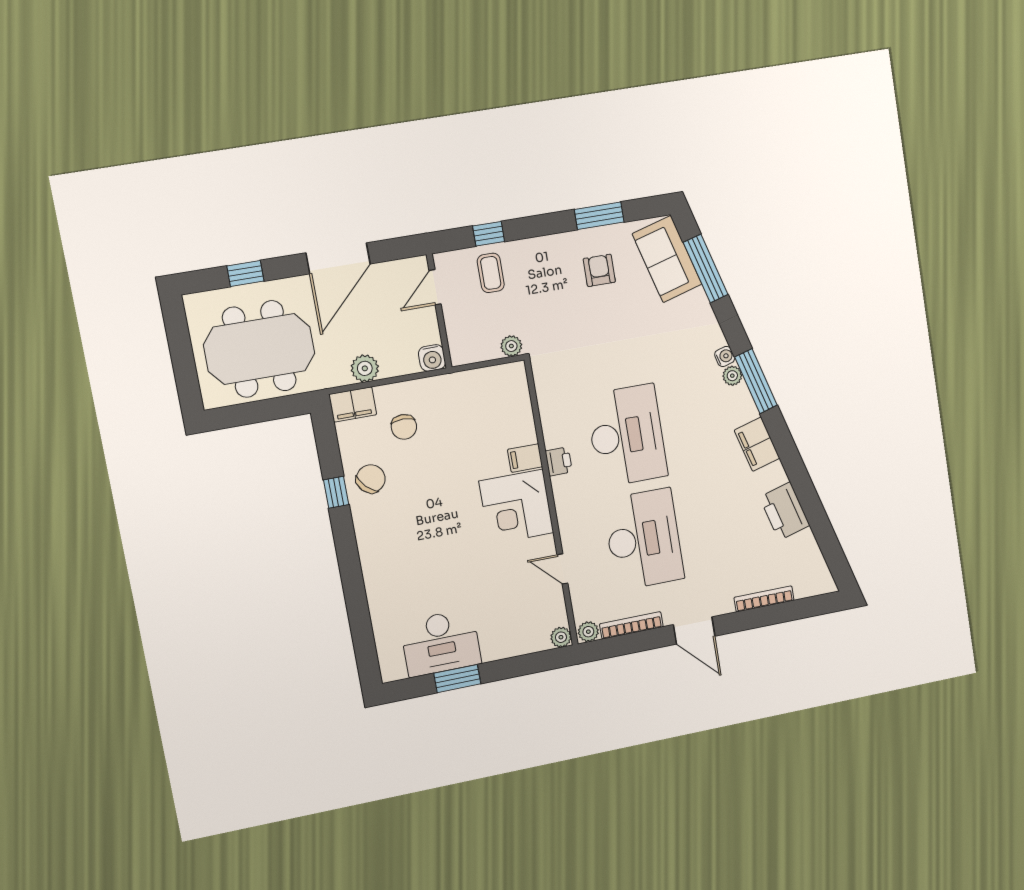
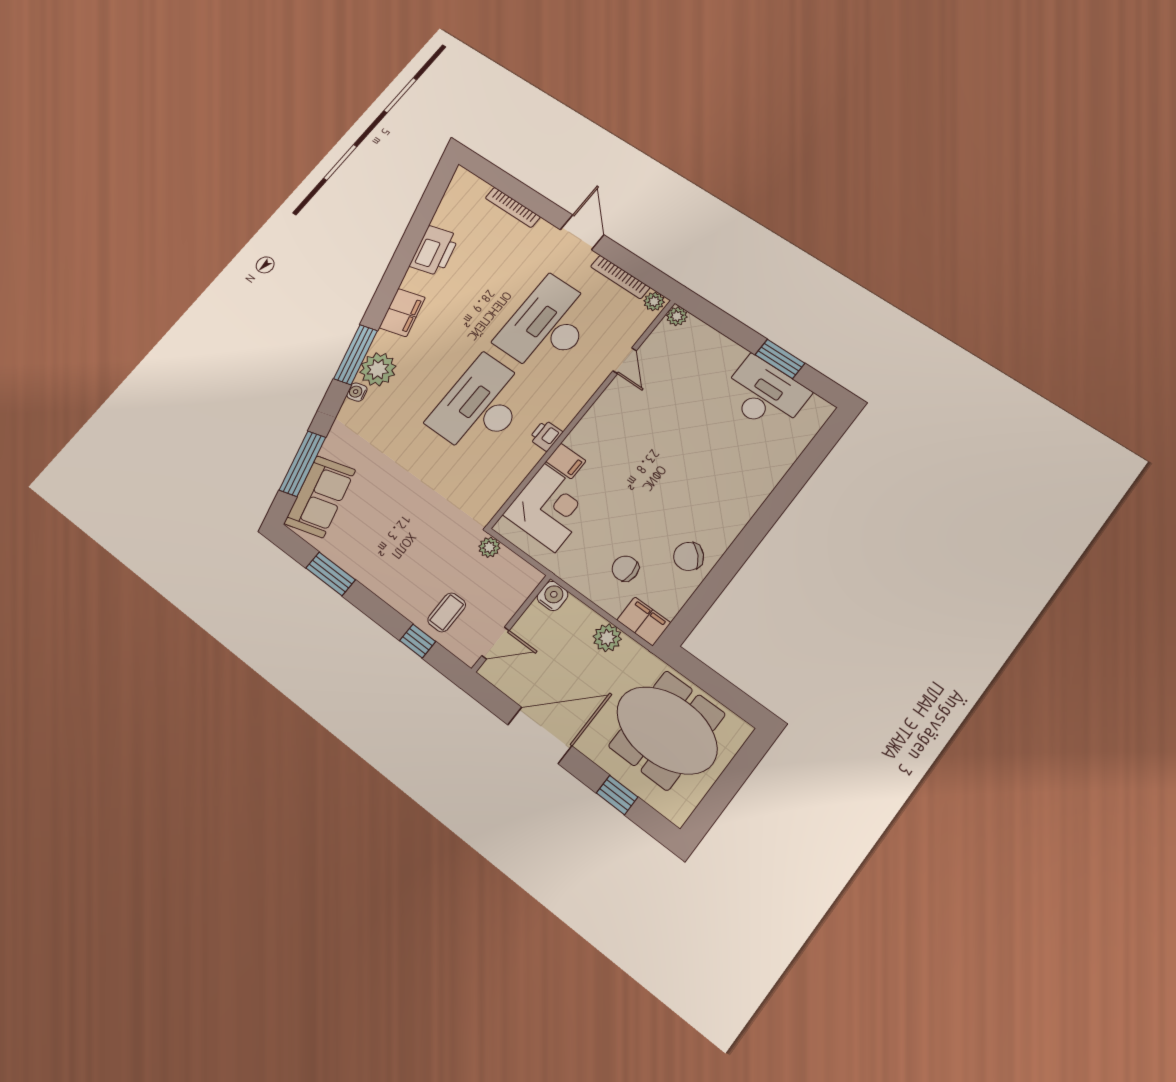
armchair: (599, 270) -> (373, 537), removed
plant: (732, 376) -> (378, 369), width x1.87, depth x1.87
chair: (404, 427) -> (625, 568), turned -90
window: (336, 492) -> (724, 572), removed
corner desk: (516, 507) -> (550, 508), moved

